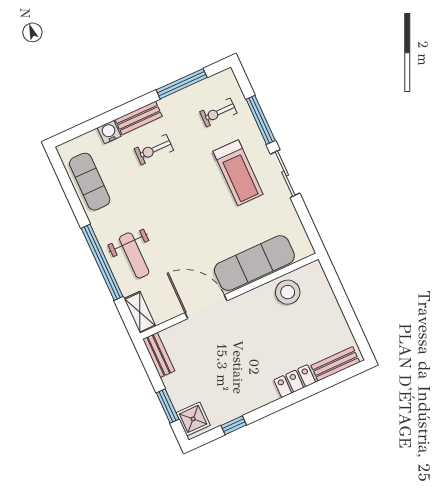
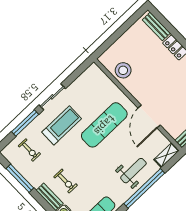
exercise mat: (254, 263) -> (104, 125), moved, turned 90

